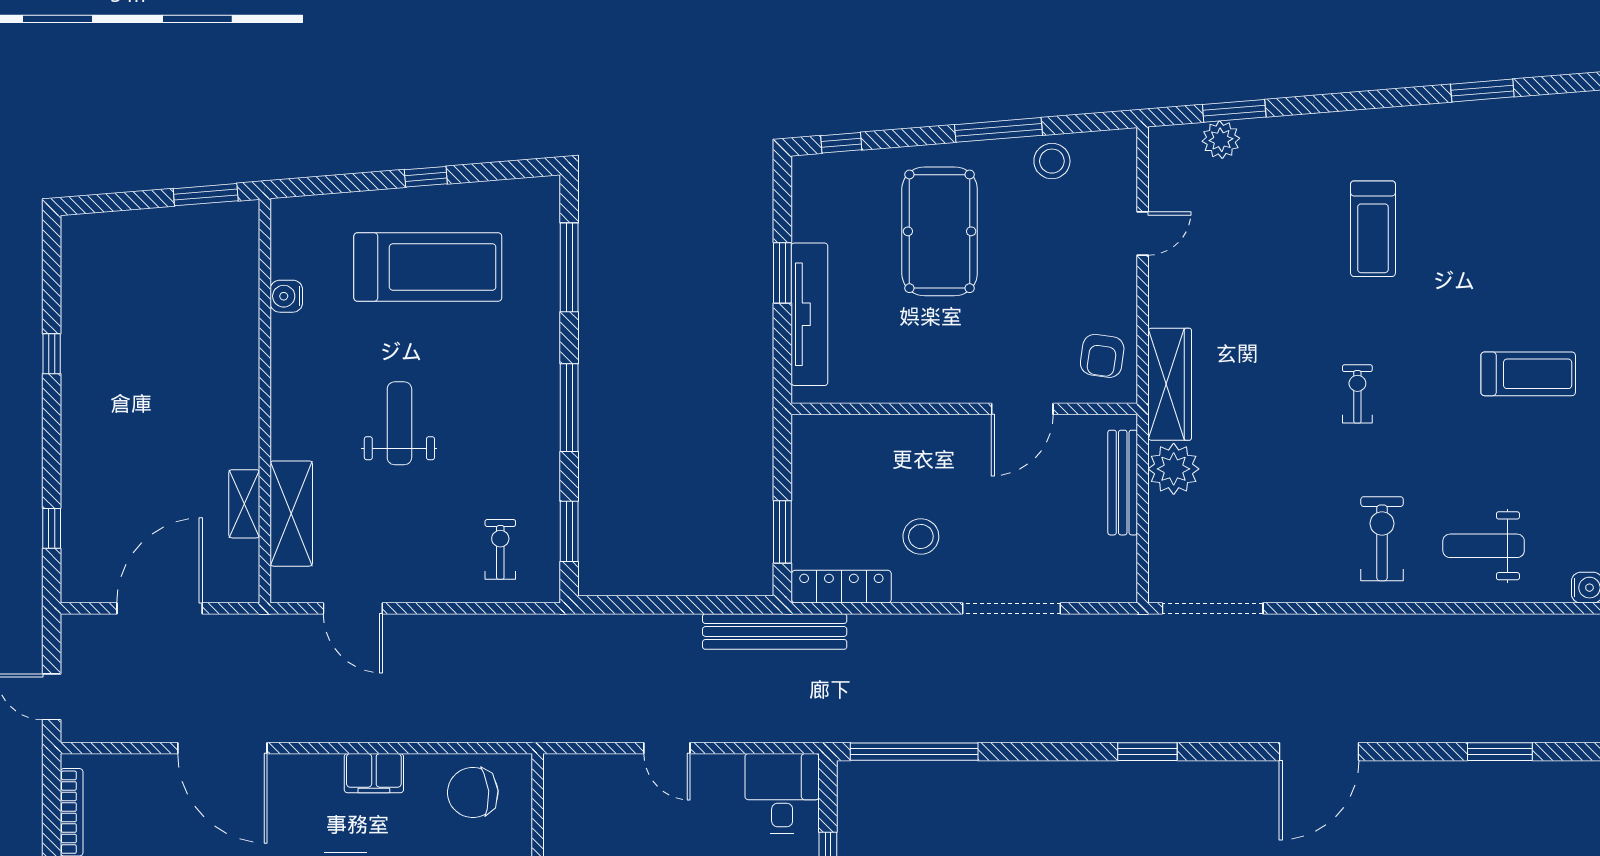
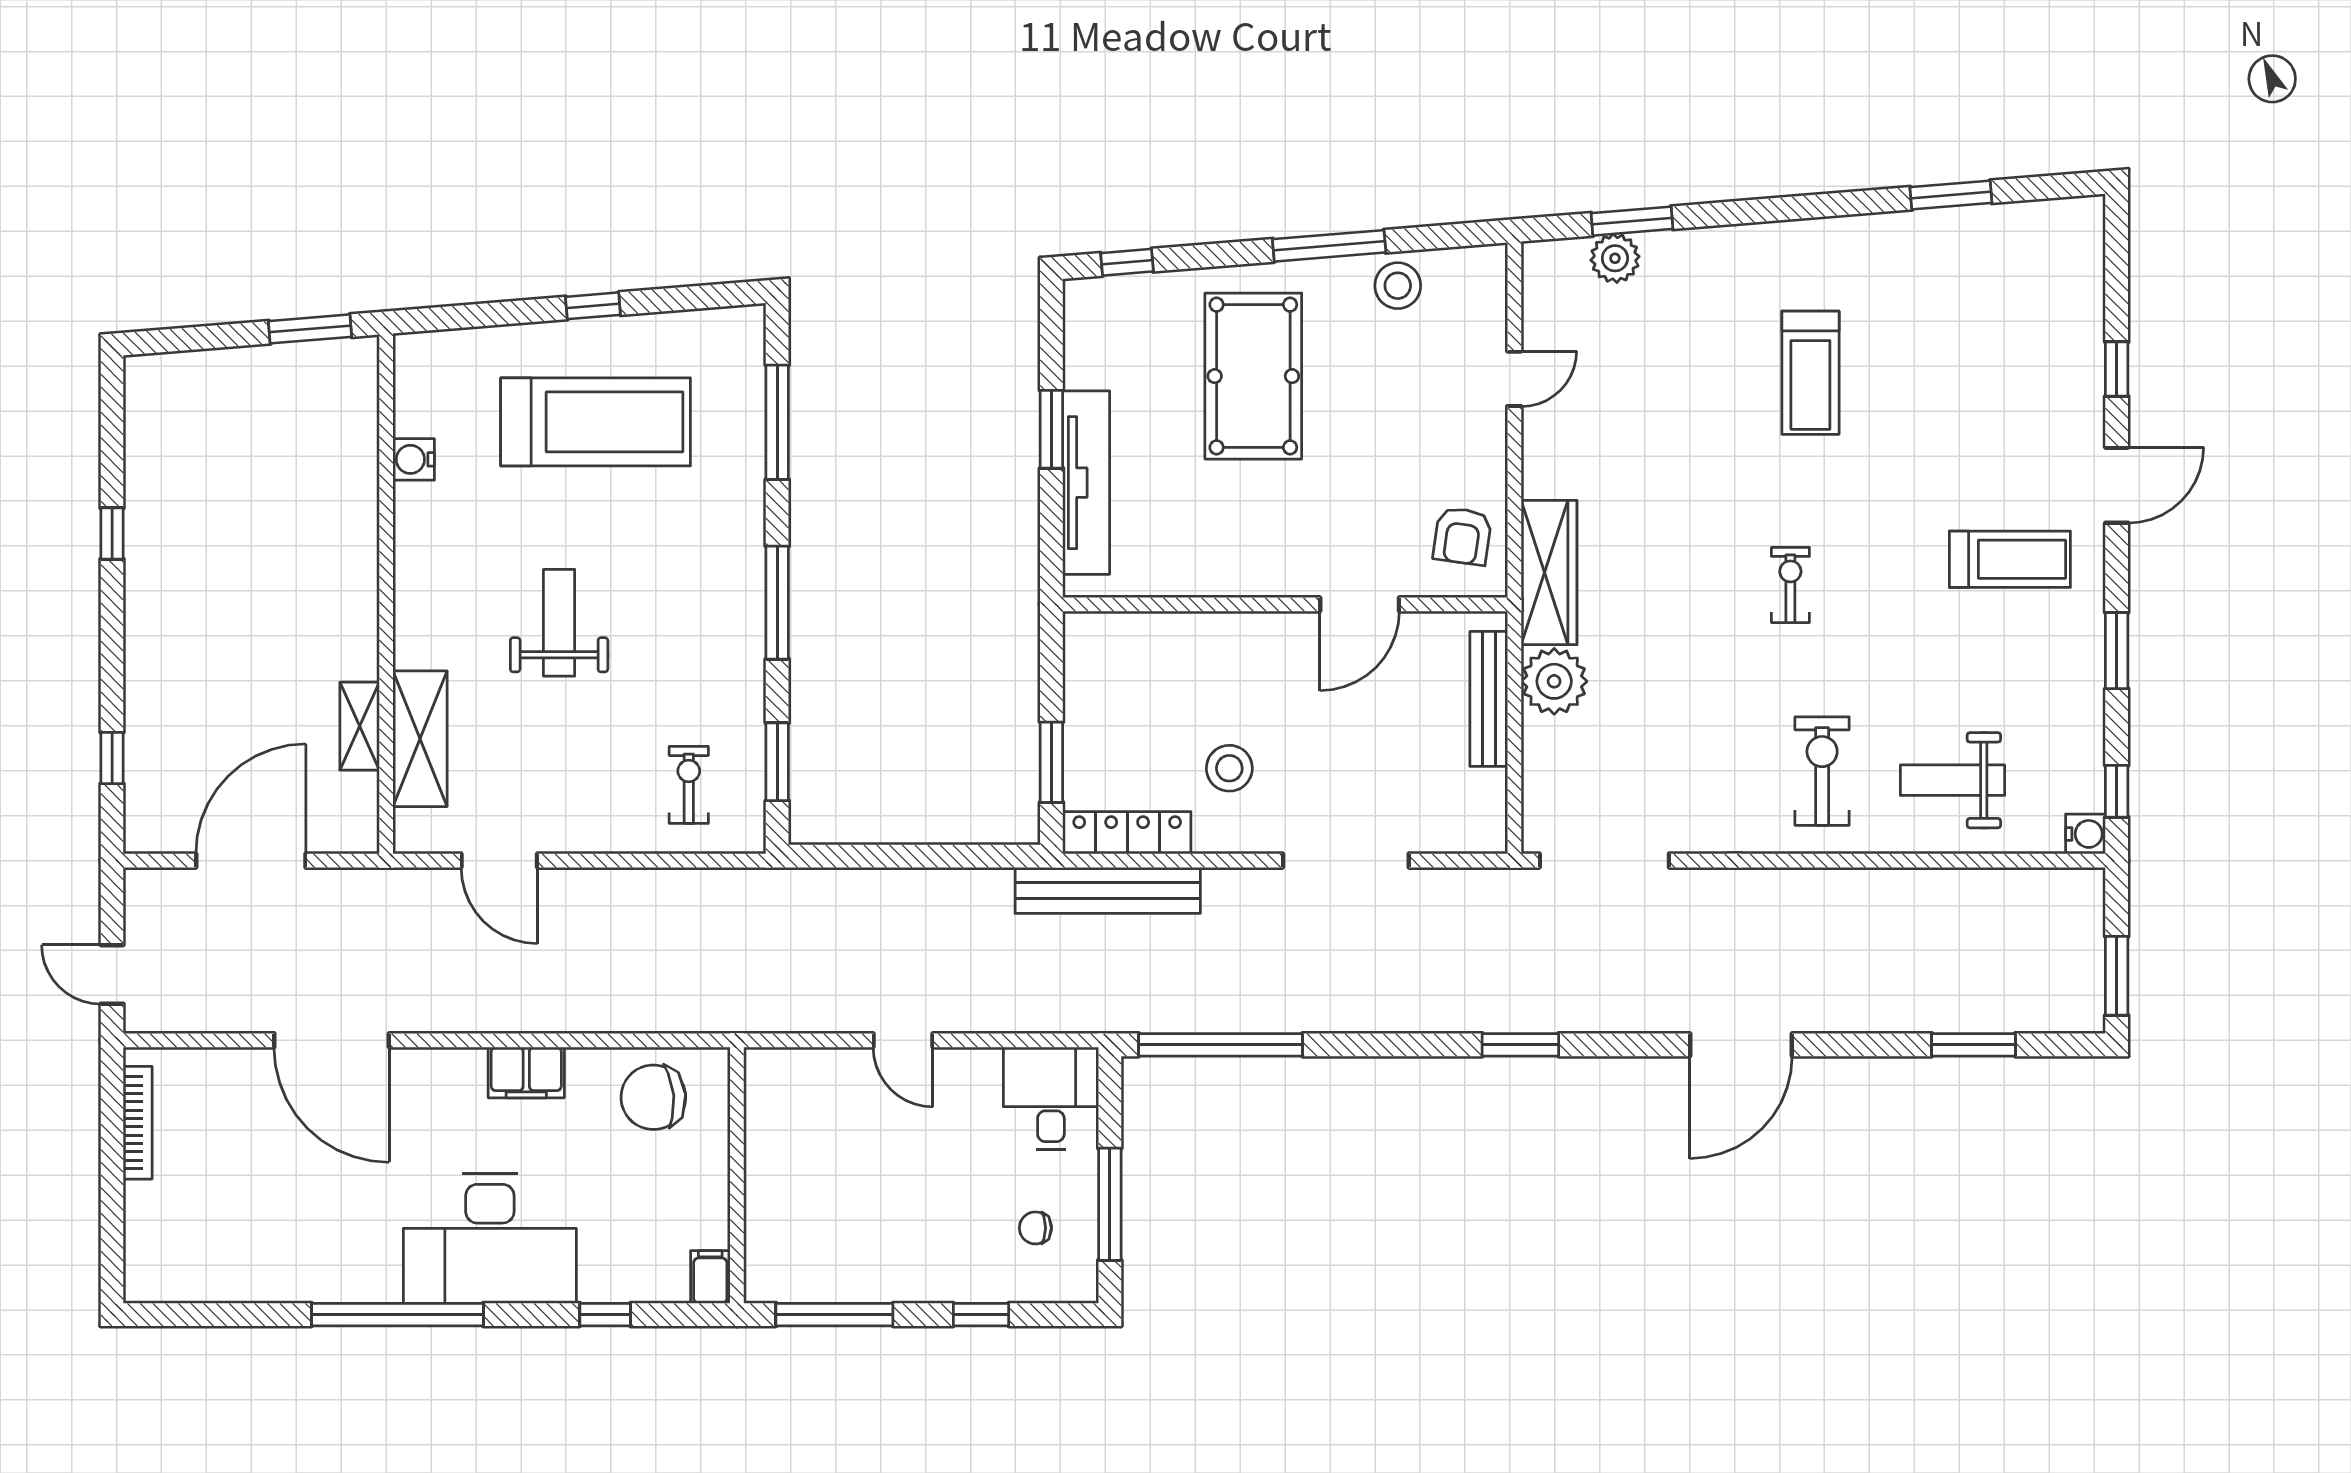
bench: (775, 631) -> (1108, 890), moved

